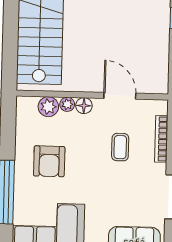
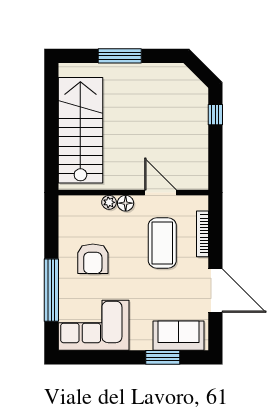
plant: (48, 107) -> (91, 205), removed
coffee table: (120, 147) -> (162, 243), width x1.86, depth x1.72

